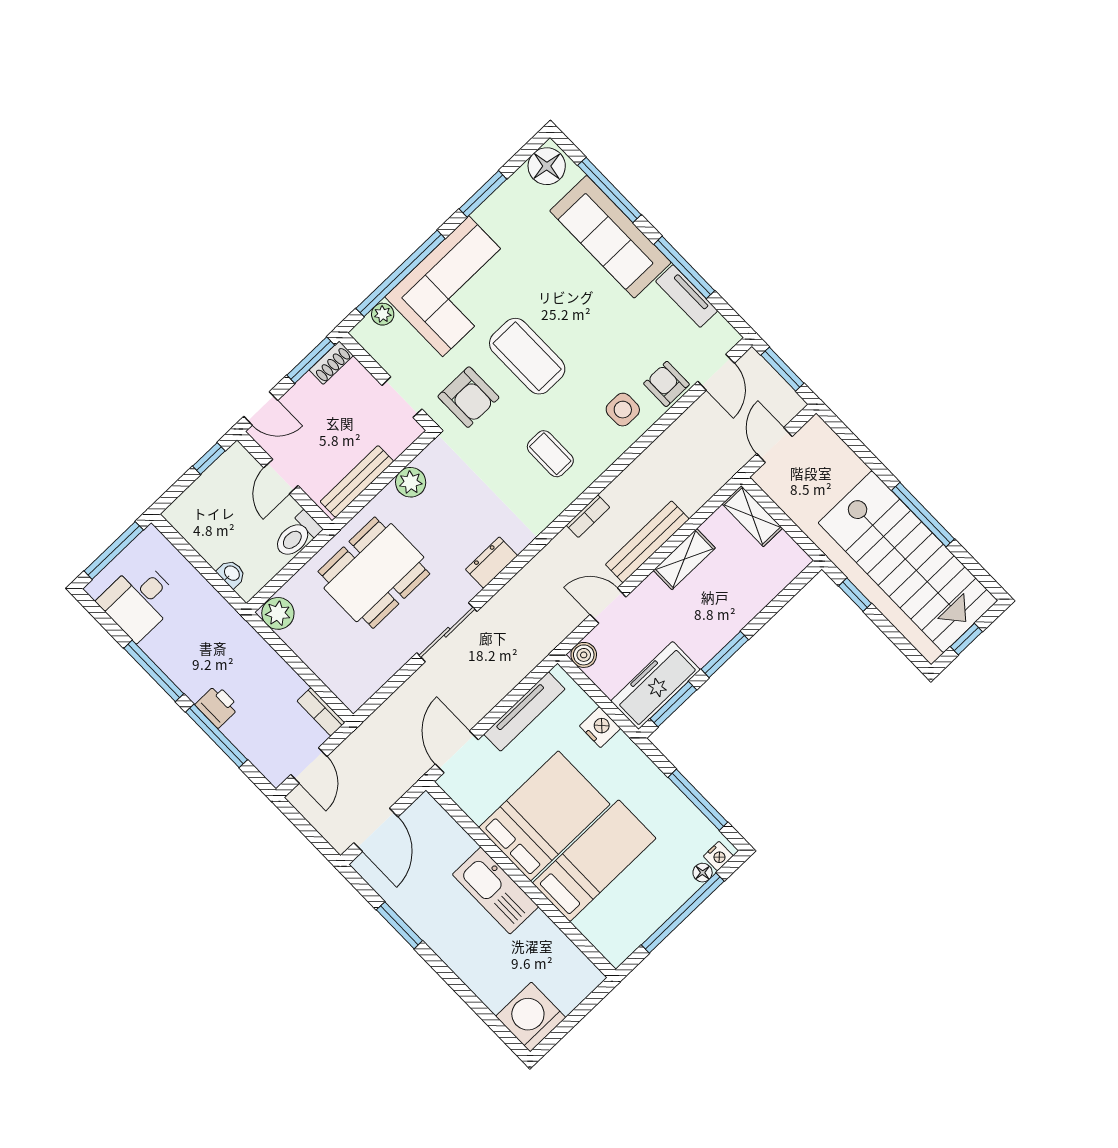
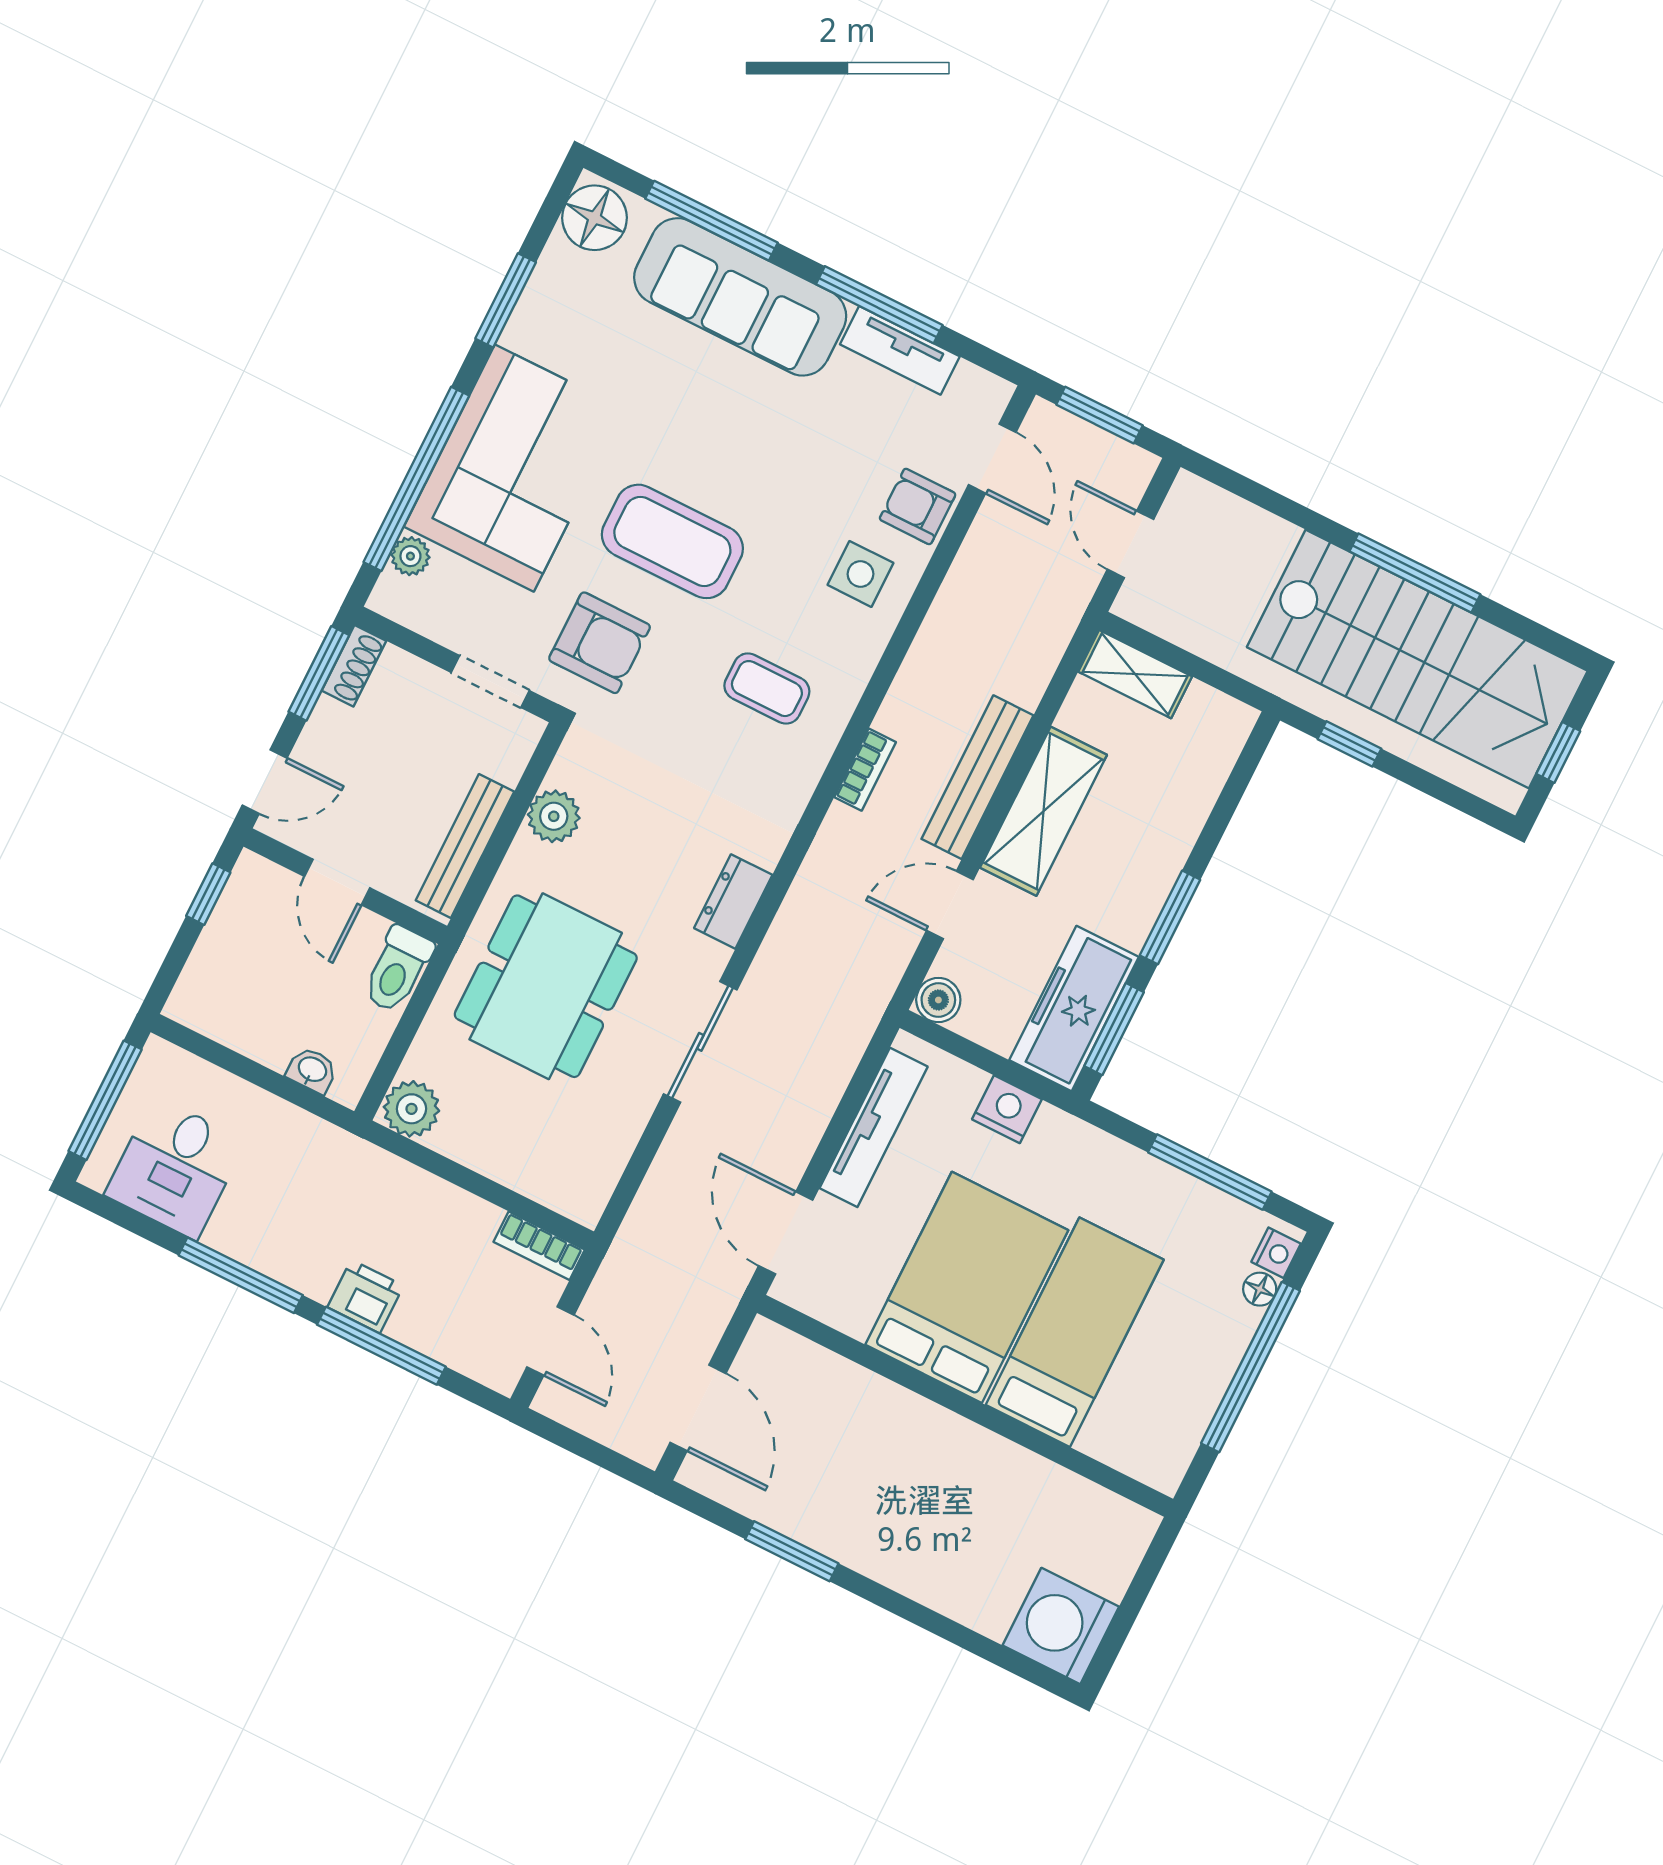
shelving: (684, 559) -> (1043, 811), width x1.50, depth x1.33
kitchen sink: (495, 891) -> (930, 1439), removed

